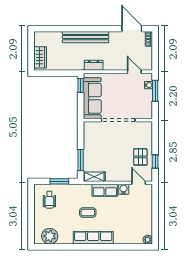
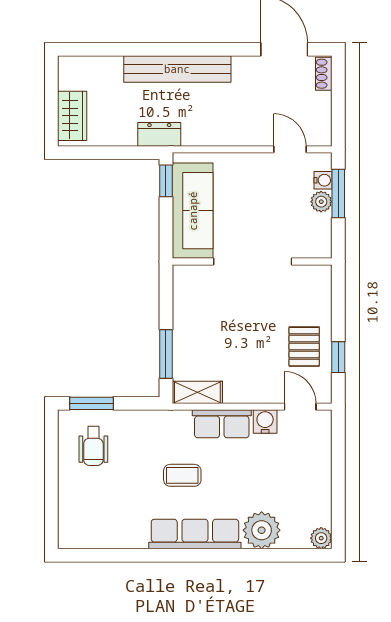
dresser: (94, 65) -> (159, 134), moved
plant: (148, 94) -> (321, 202), added
window: (59, 181) -> (91, 403), moved
plant: (50, 236) -> (262, 530), moved

